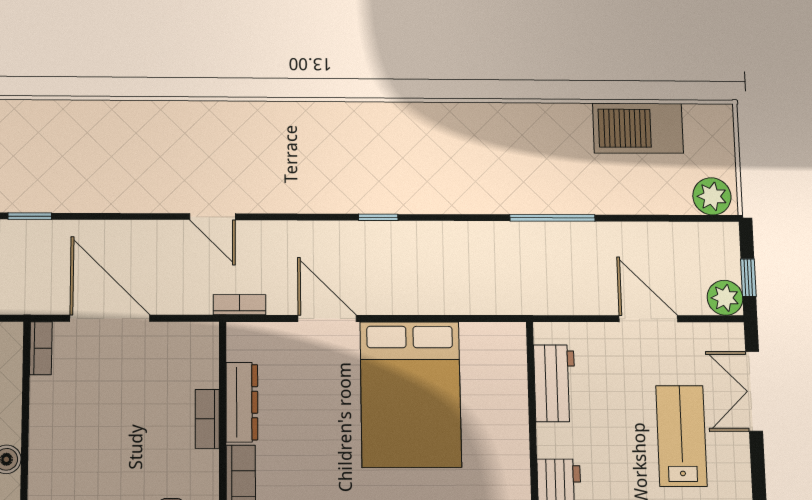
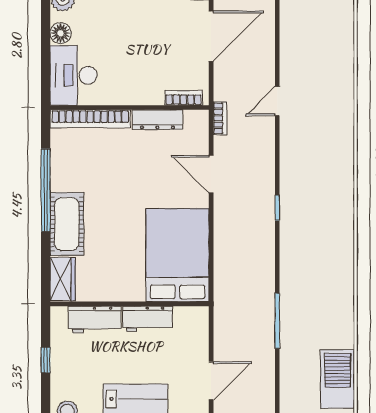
door: (327, 318) -> (211, 174), swing flipped
workbench: (555, 383) -> (147, 319), moved
bed: (411, 394) -> (177, 255), moved, turned 90
bookcase: (207, 419) -> (184, 98), moved

